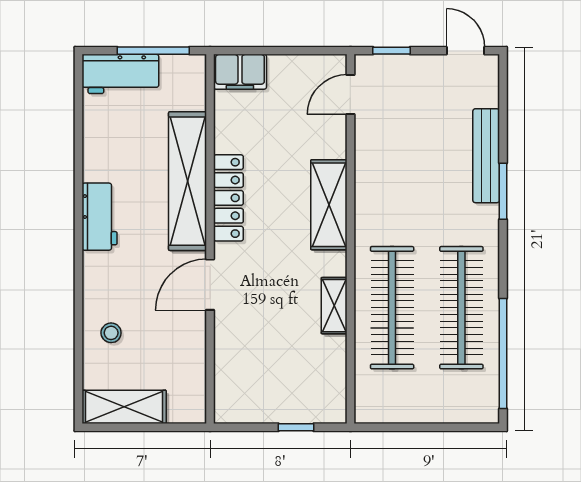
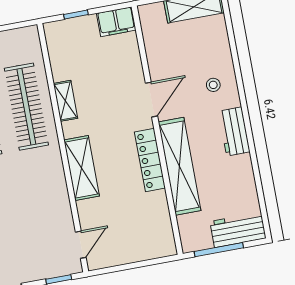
filing cabinet: (240, 72) -> (116, 22), moved, turned 180
stool: (111, 333) -> (213, 85), moved

